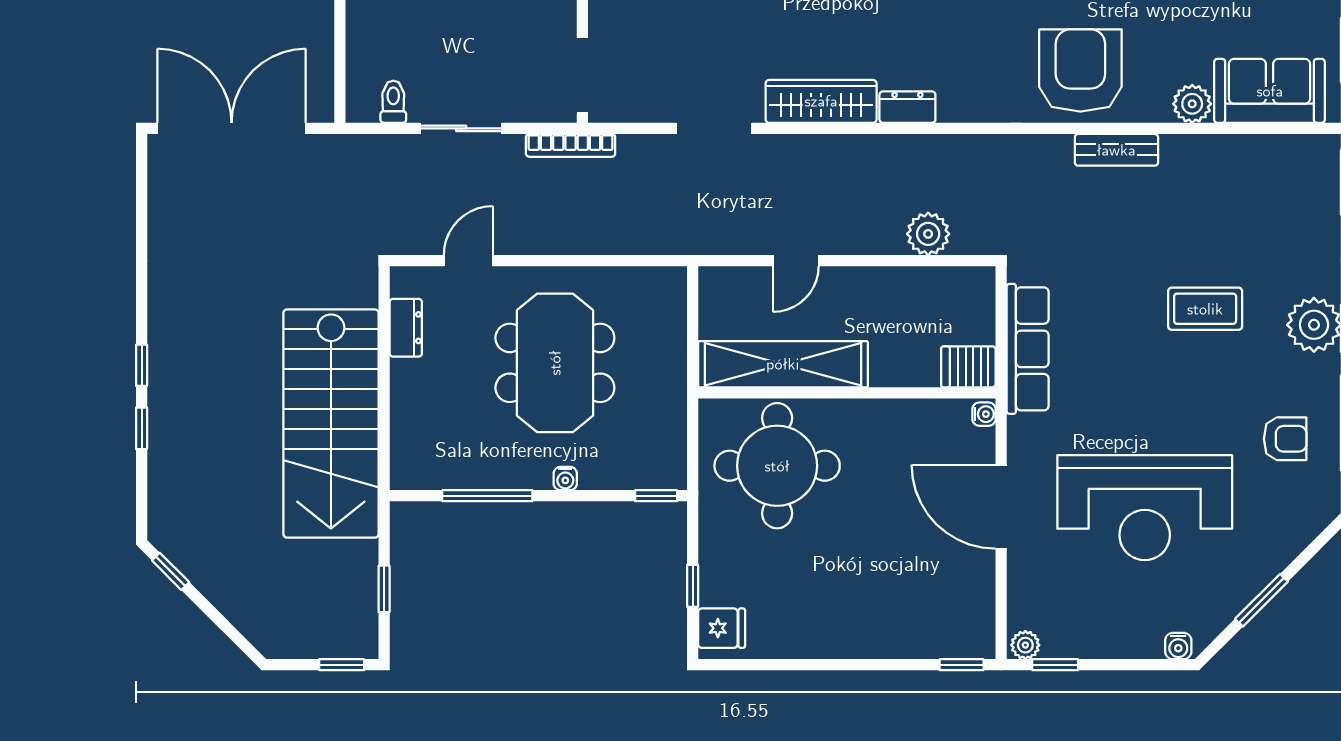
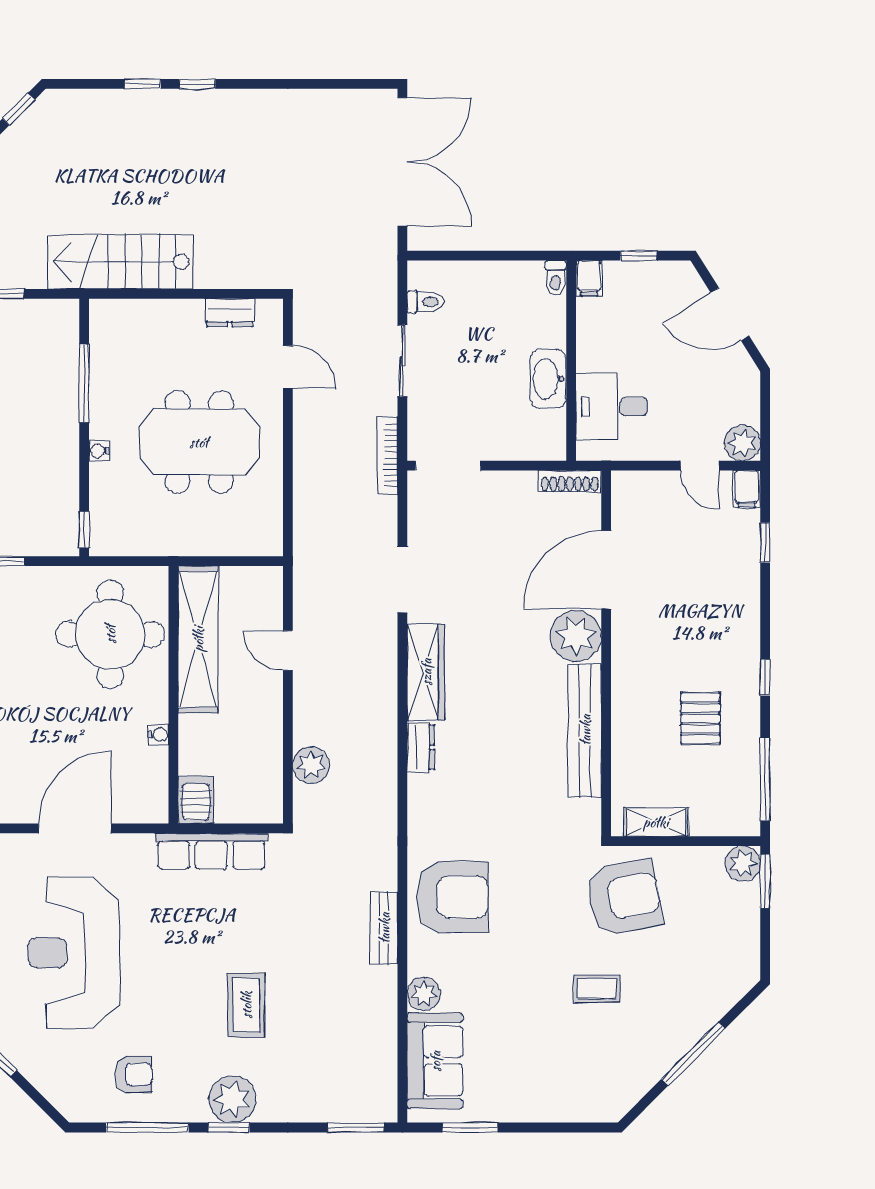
water cooler: (984, 414) -> (158, 735), moved, turned -90
stairs: (331, 424) -> (120, 262), width x0.73, depth x0.66
armchair: (1285, 439) -> (134, 1074), turned -90

